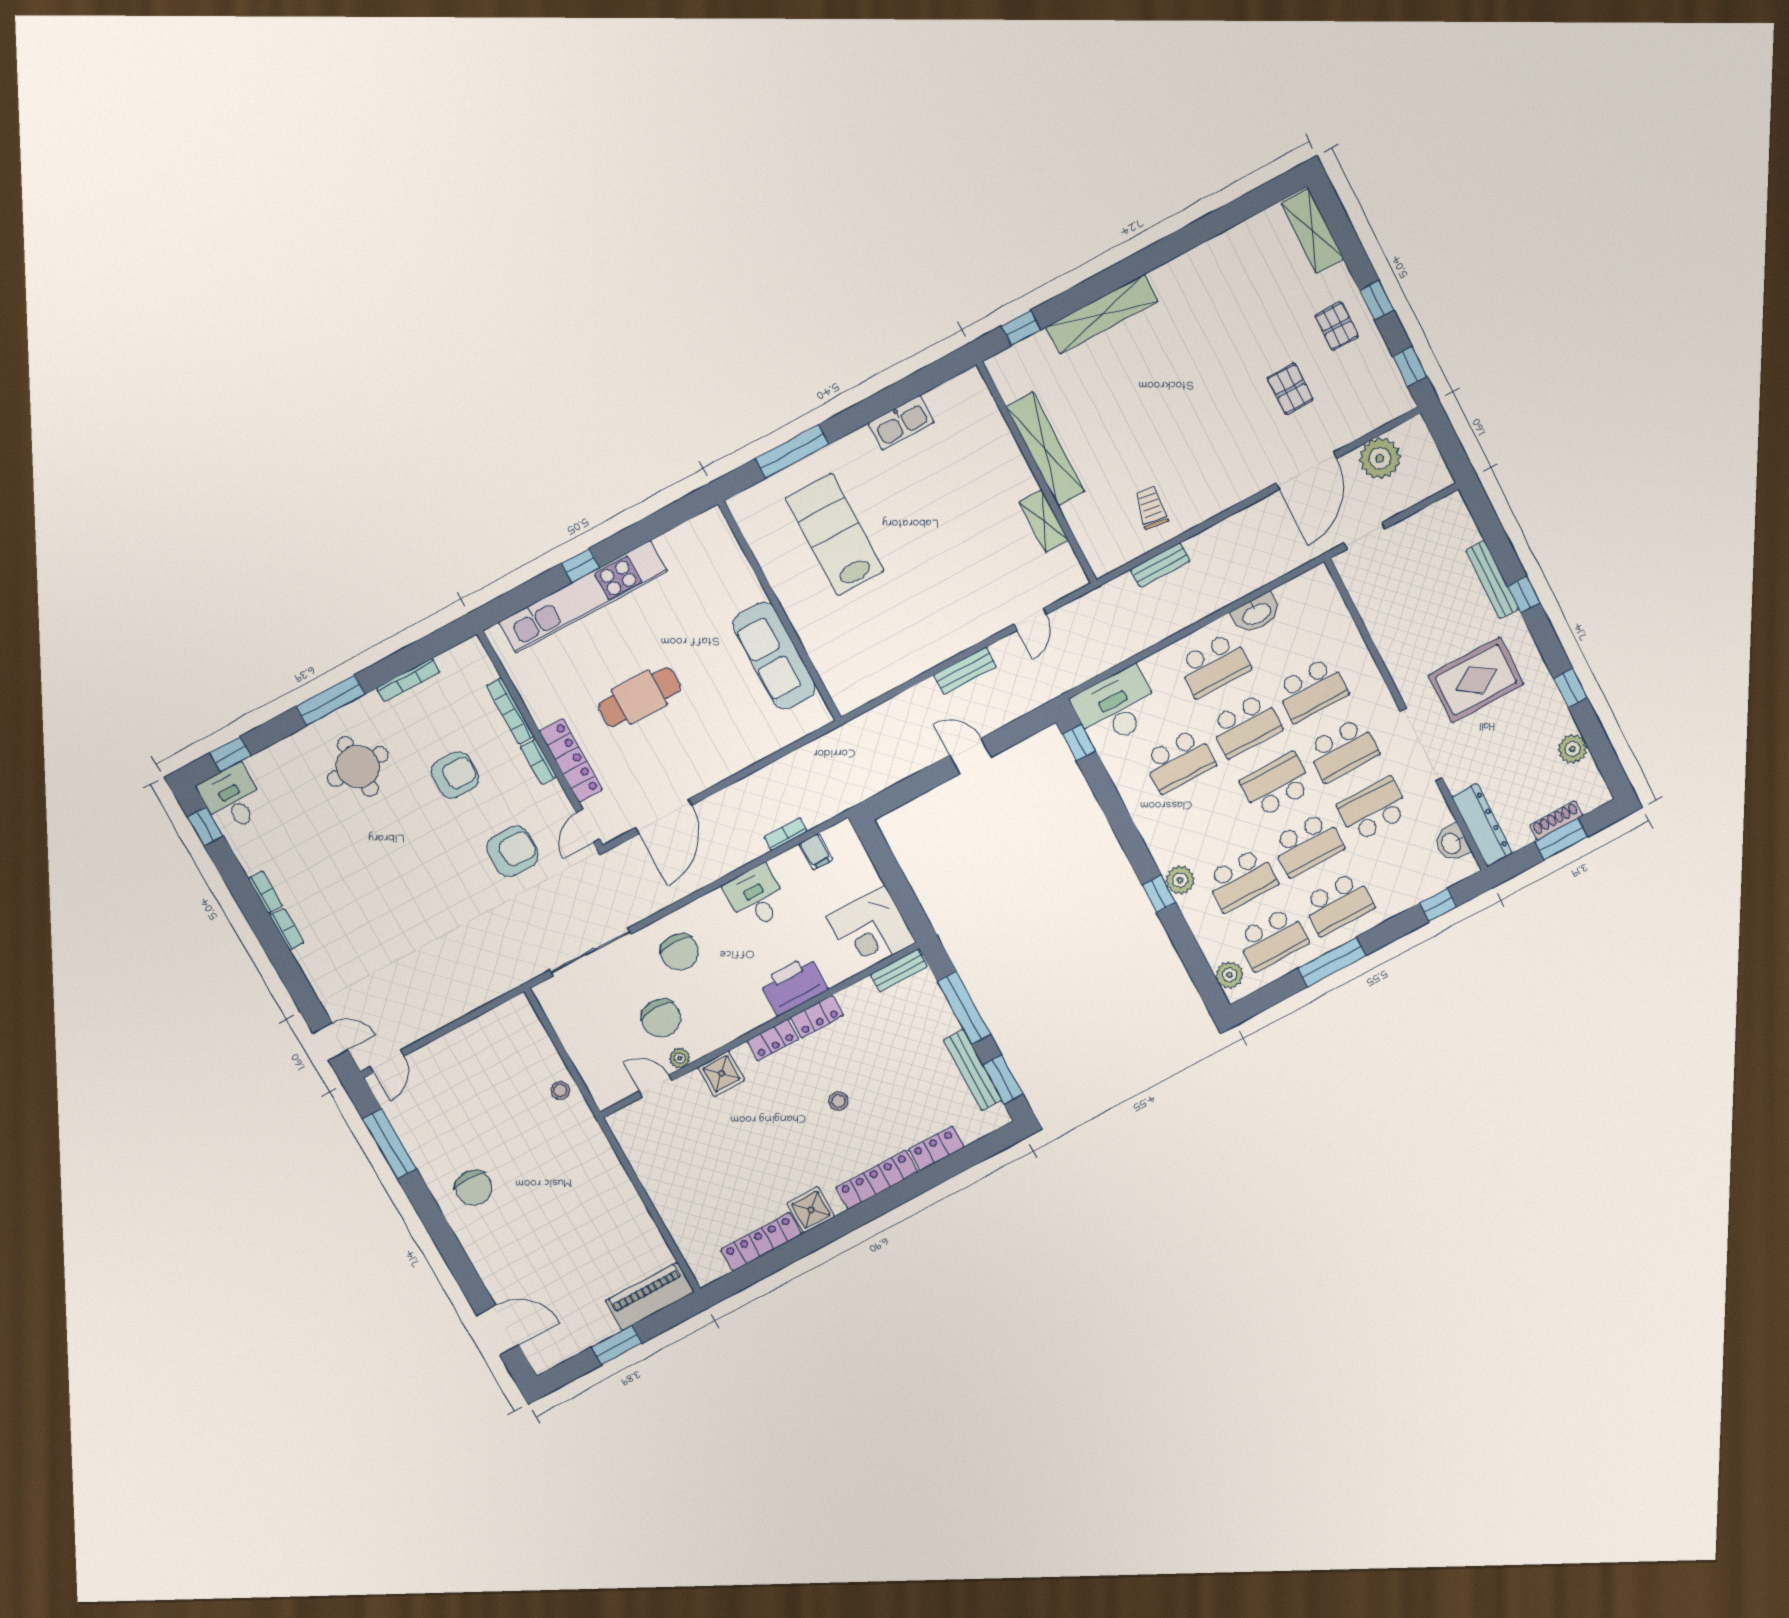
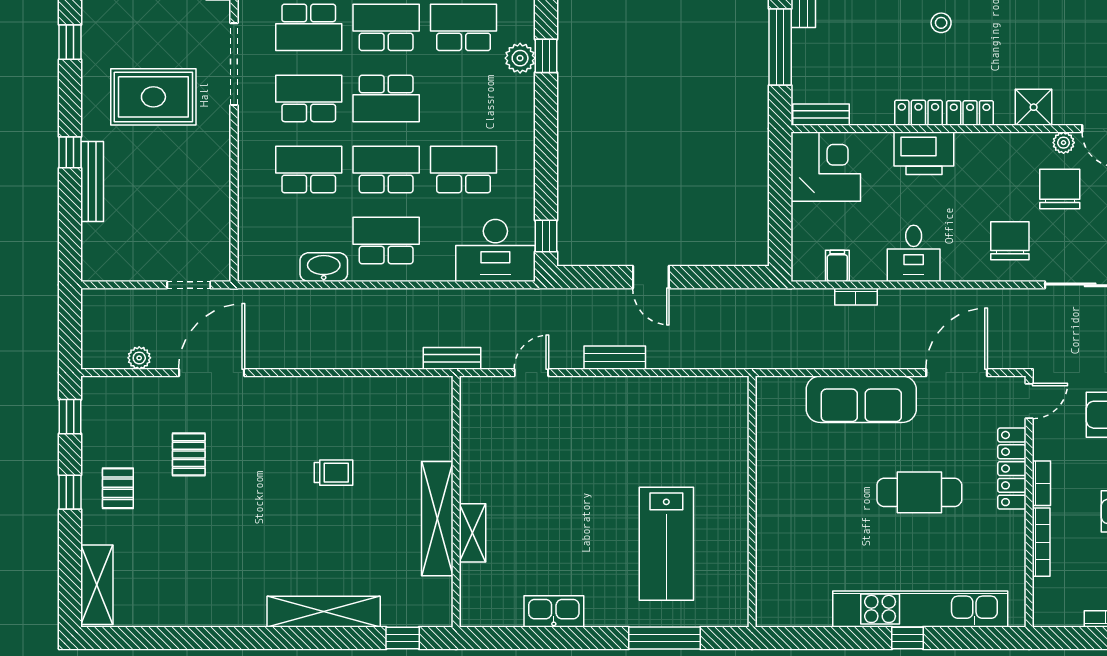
plant: (1380, 458) -> (139, 358), width x0.53, depth x0.53
trolley: (1151, 508) -> (334, 473), moved, turned -99
shelving: (1044, 521) -> (473, 533), moved
bench: (1160, 565) -> (452, 358), moved
sofa: (774, 656) -> (861, 399), moved, turned 90

